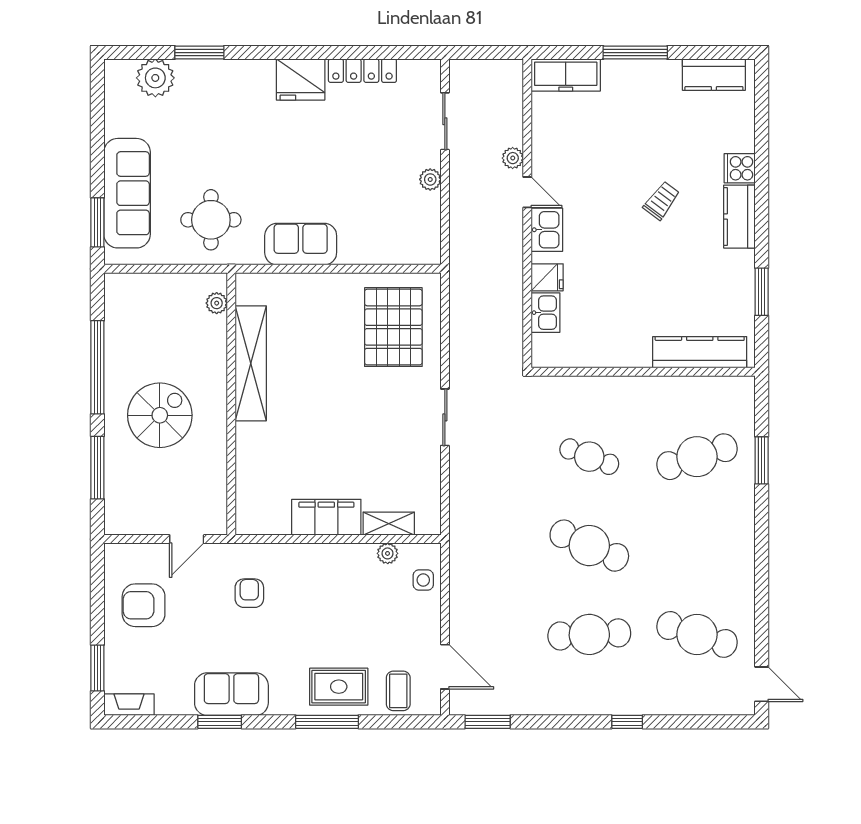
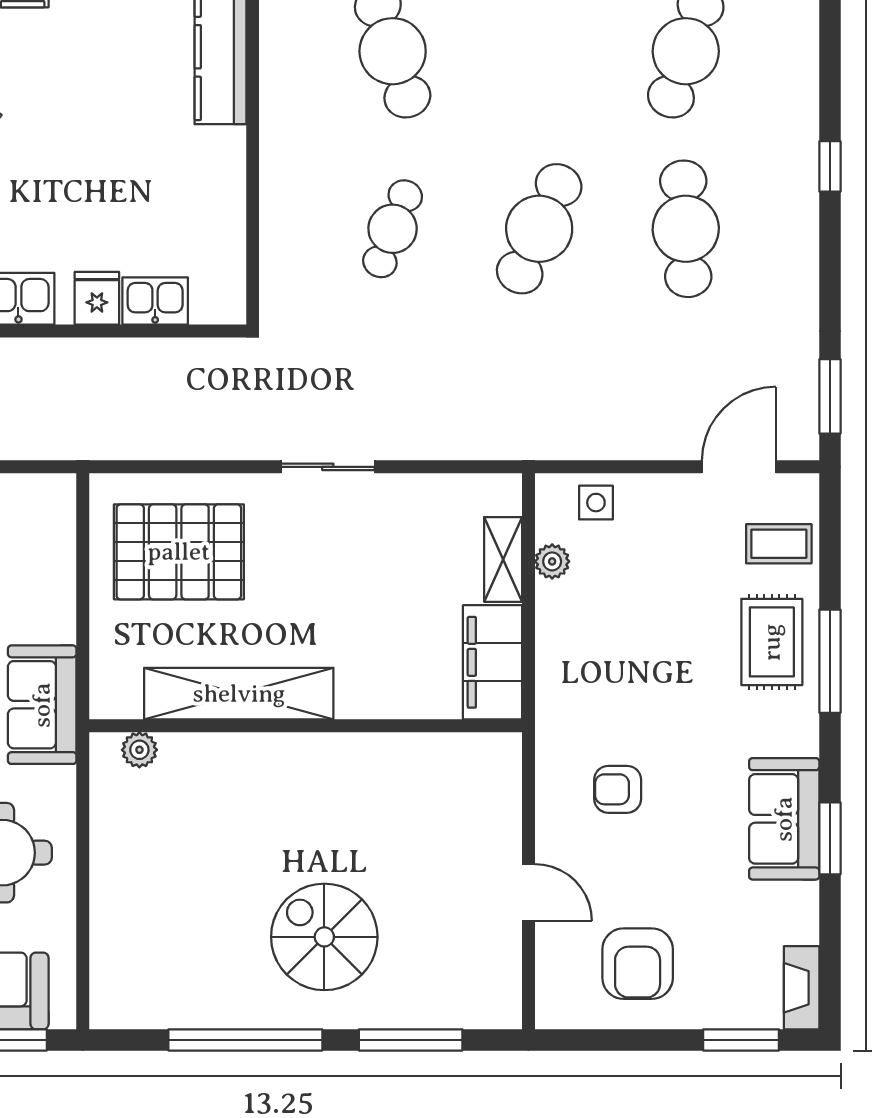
plant: (217, 303) -> (139, 750), moved
shelving: (251, 363) -> (239, 694), moved
wall: (231, 404) -> (306, 726), moved

